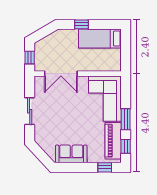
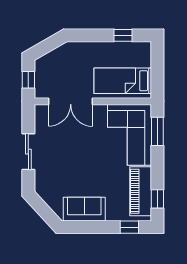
window: (81, 24) -> (123, 35), moved
bed: (100, 38) -> (123, 81), moved
window: (126, 119) -> (157, 131), moved

